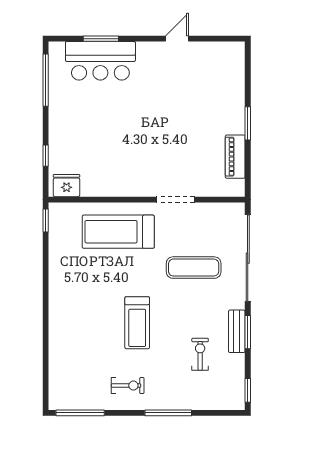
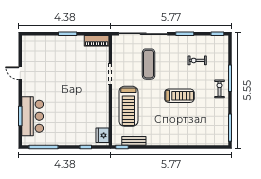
piano: (235, 157) -> (97, 41), moved
bench: (237, 331) -> (134, 141), moved
exercise bike: (128, 386) -> (220, 89), moved

